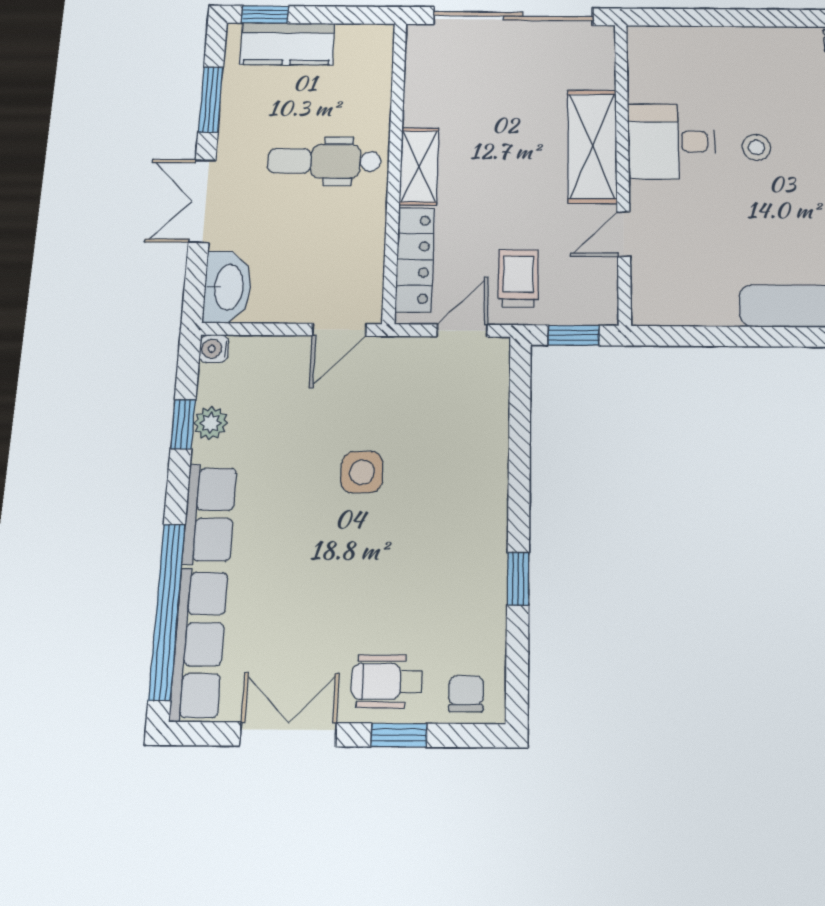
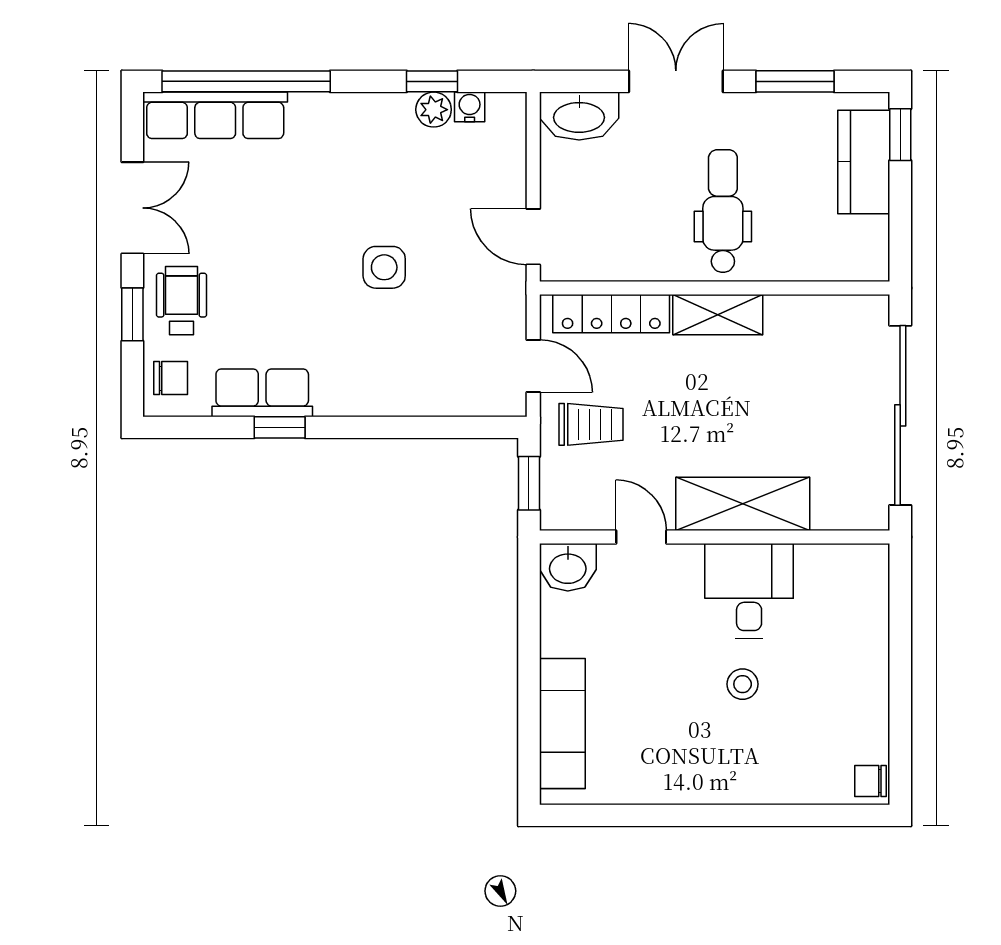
washbasin: (653, 300) -> (568, 567), added
water cooler: (214, 349) -> (470, 107), moved
row of seats: (210, 514) -> (262, 393), moved, turned 180

